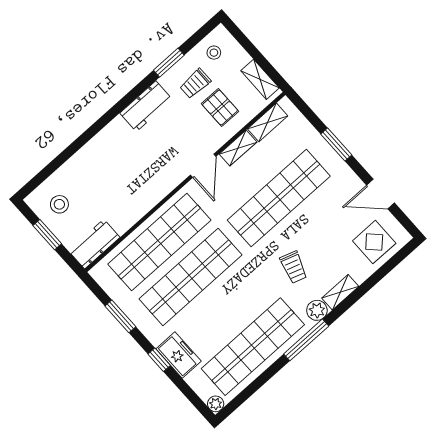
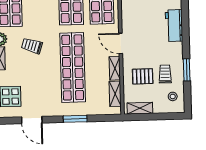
workbench: (146, 106) -> (174, 26), moved
door: (380, 194) -> (32, 120), swing flipped

